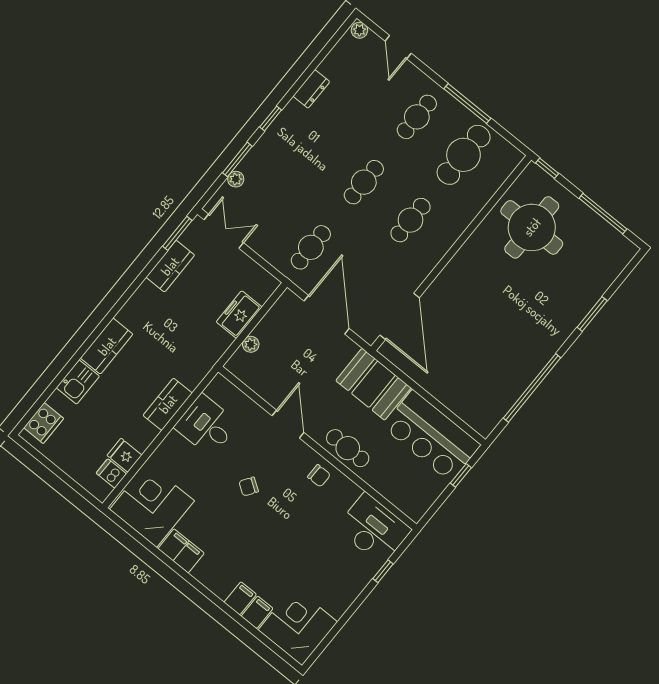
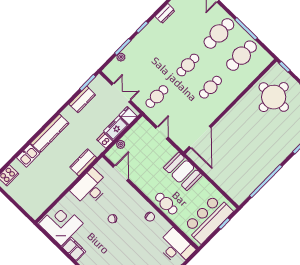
cafe table: (417, 117) -> (219, 33), width x1.37, depth x1.35
double door: (224, 231) -> (121, 93), moved
door: (327, 315) -> (162, 133), width x0.53
kitchen counter: (107, 346) -> (50, 133), width x1.50
kitchen counter: (168, 404) -> (83, 162), moved
door: (288, 424) -> (121, 173), moved
desk: (206, 425) -> (90, 188), width x1.37
bar counter: (431, 436) -> (208, 219), moved, turned 90
fridge: (124, 455) -> (128, 116), moved
dishwasher: (111, 474) -> (105, 140), moved

